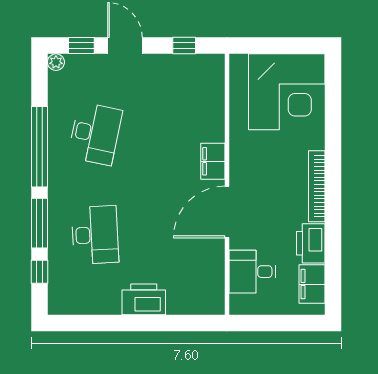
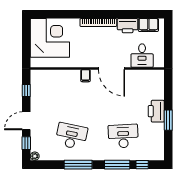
window: (39, 147) -> (78, 165), width x0.68
filing cabinet: (213, 161) -> (86, 76), width x0.50
window: (126, 323) -> (168, 120), added

